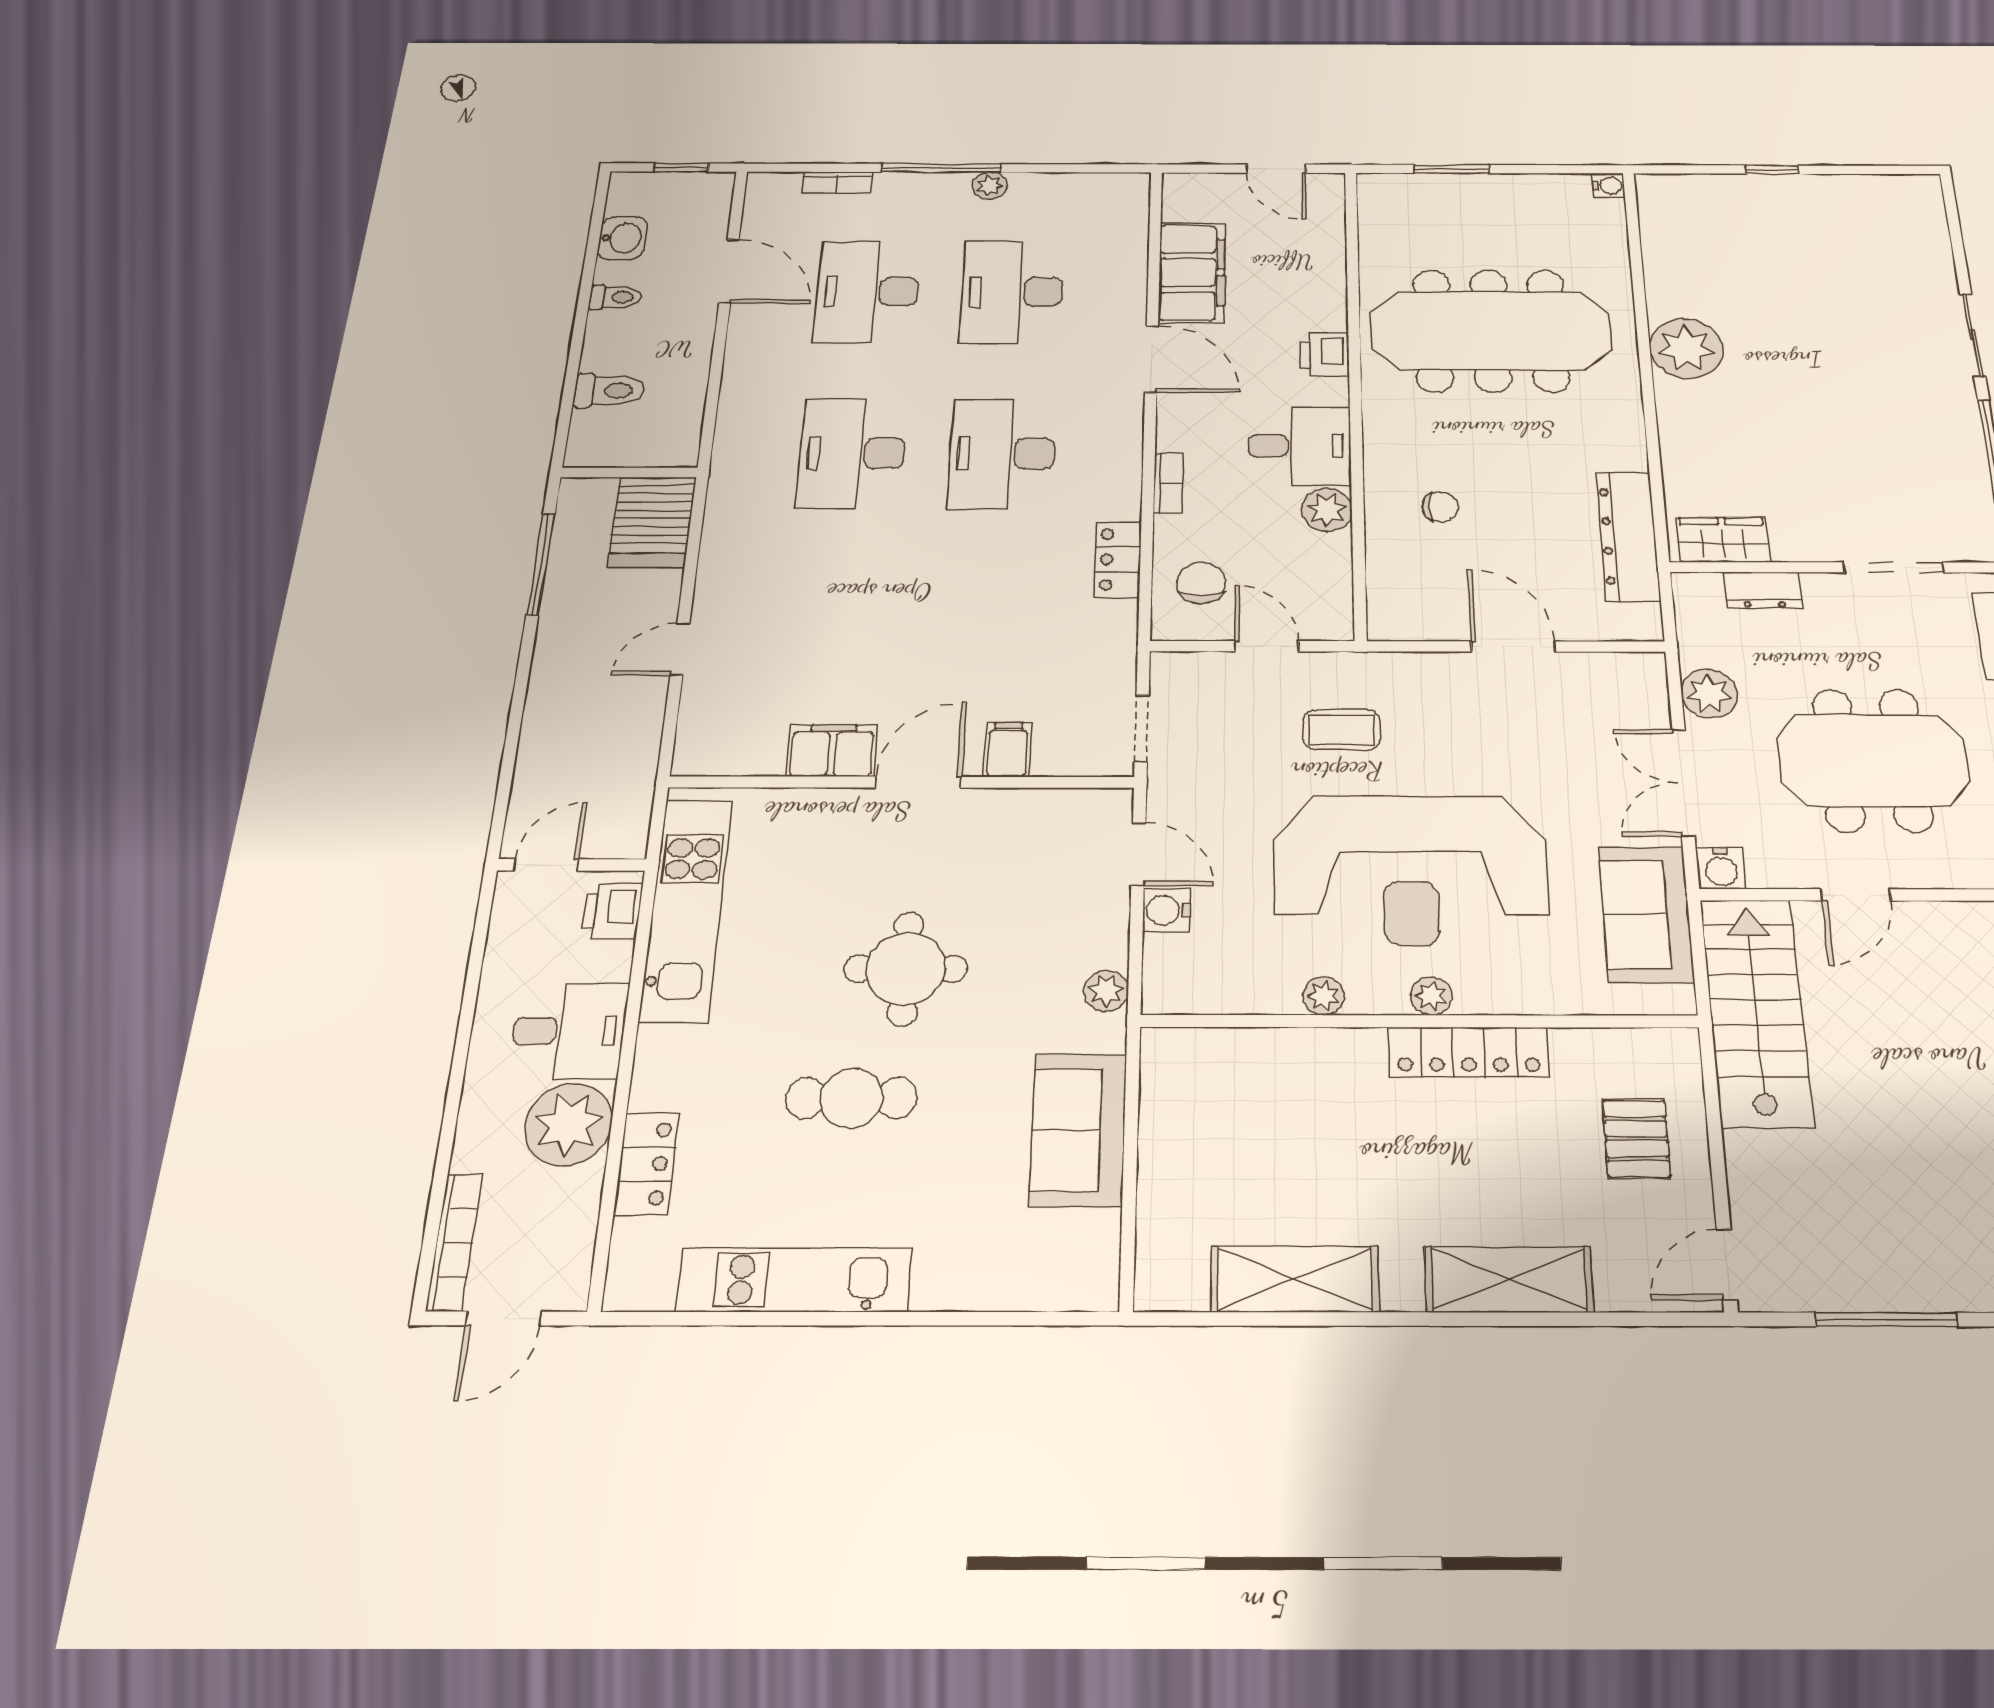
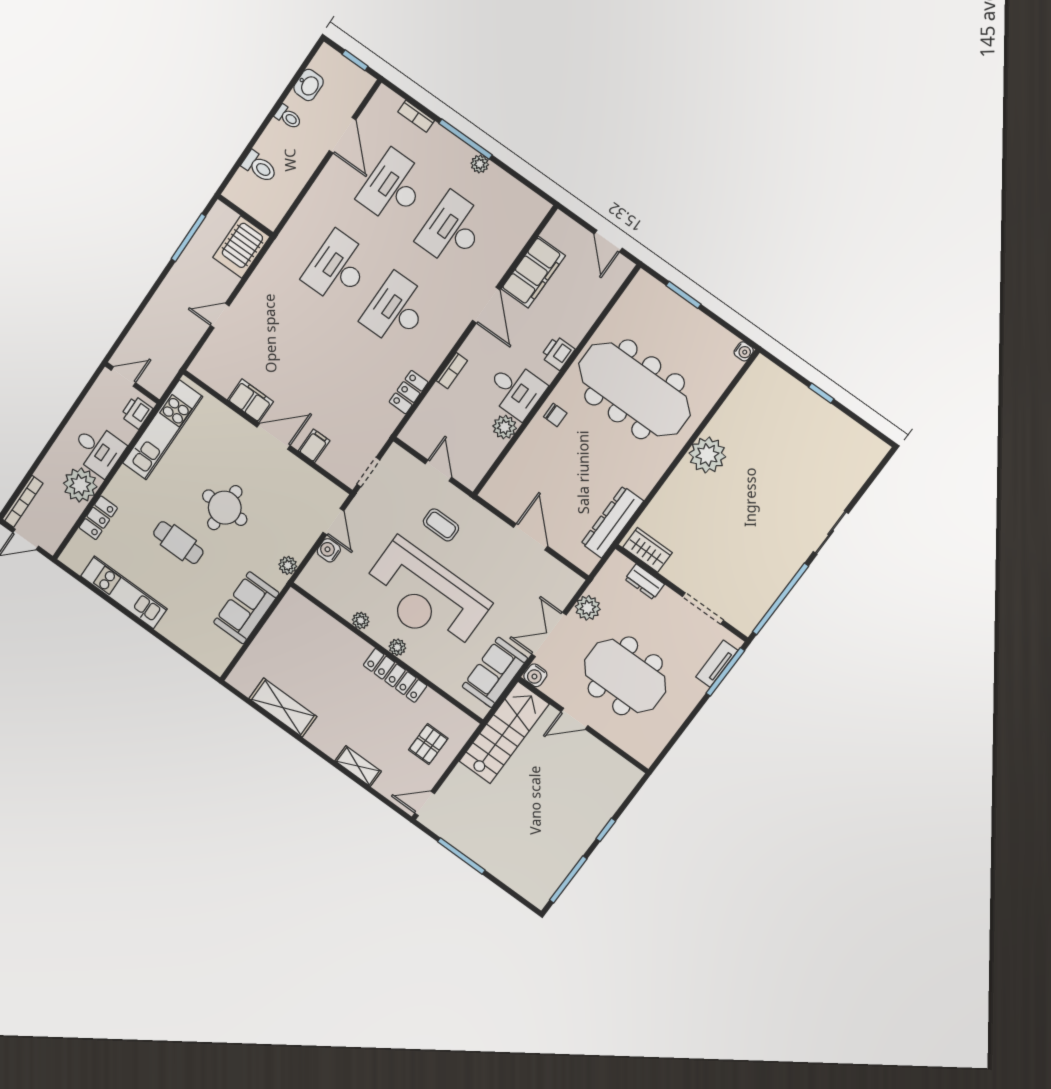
chair: (1440, 507) -> (555, 415), moved
chair: (1201, 583) -> (433, 425), removed
shelving: (1509, 1279) -> (358, 766), width x0.67, depth x0.75

